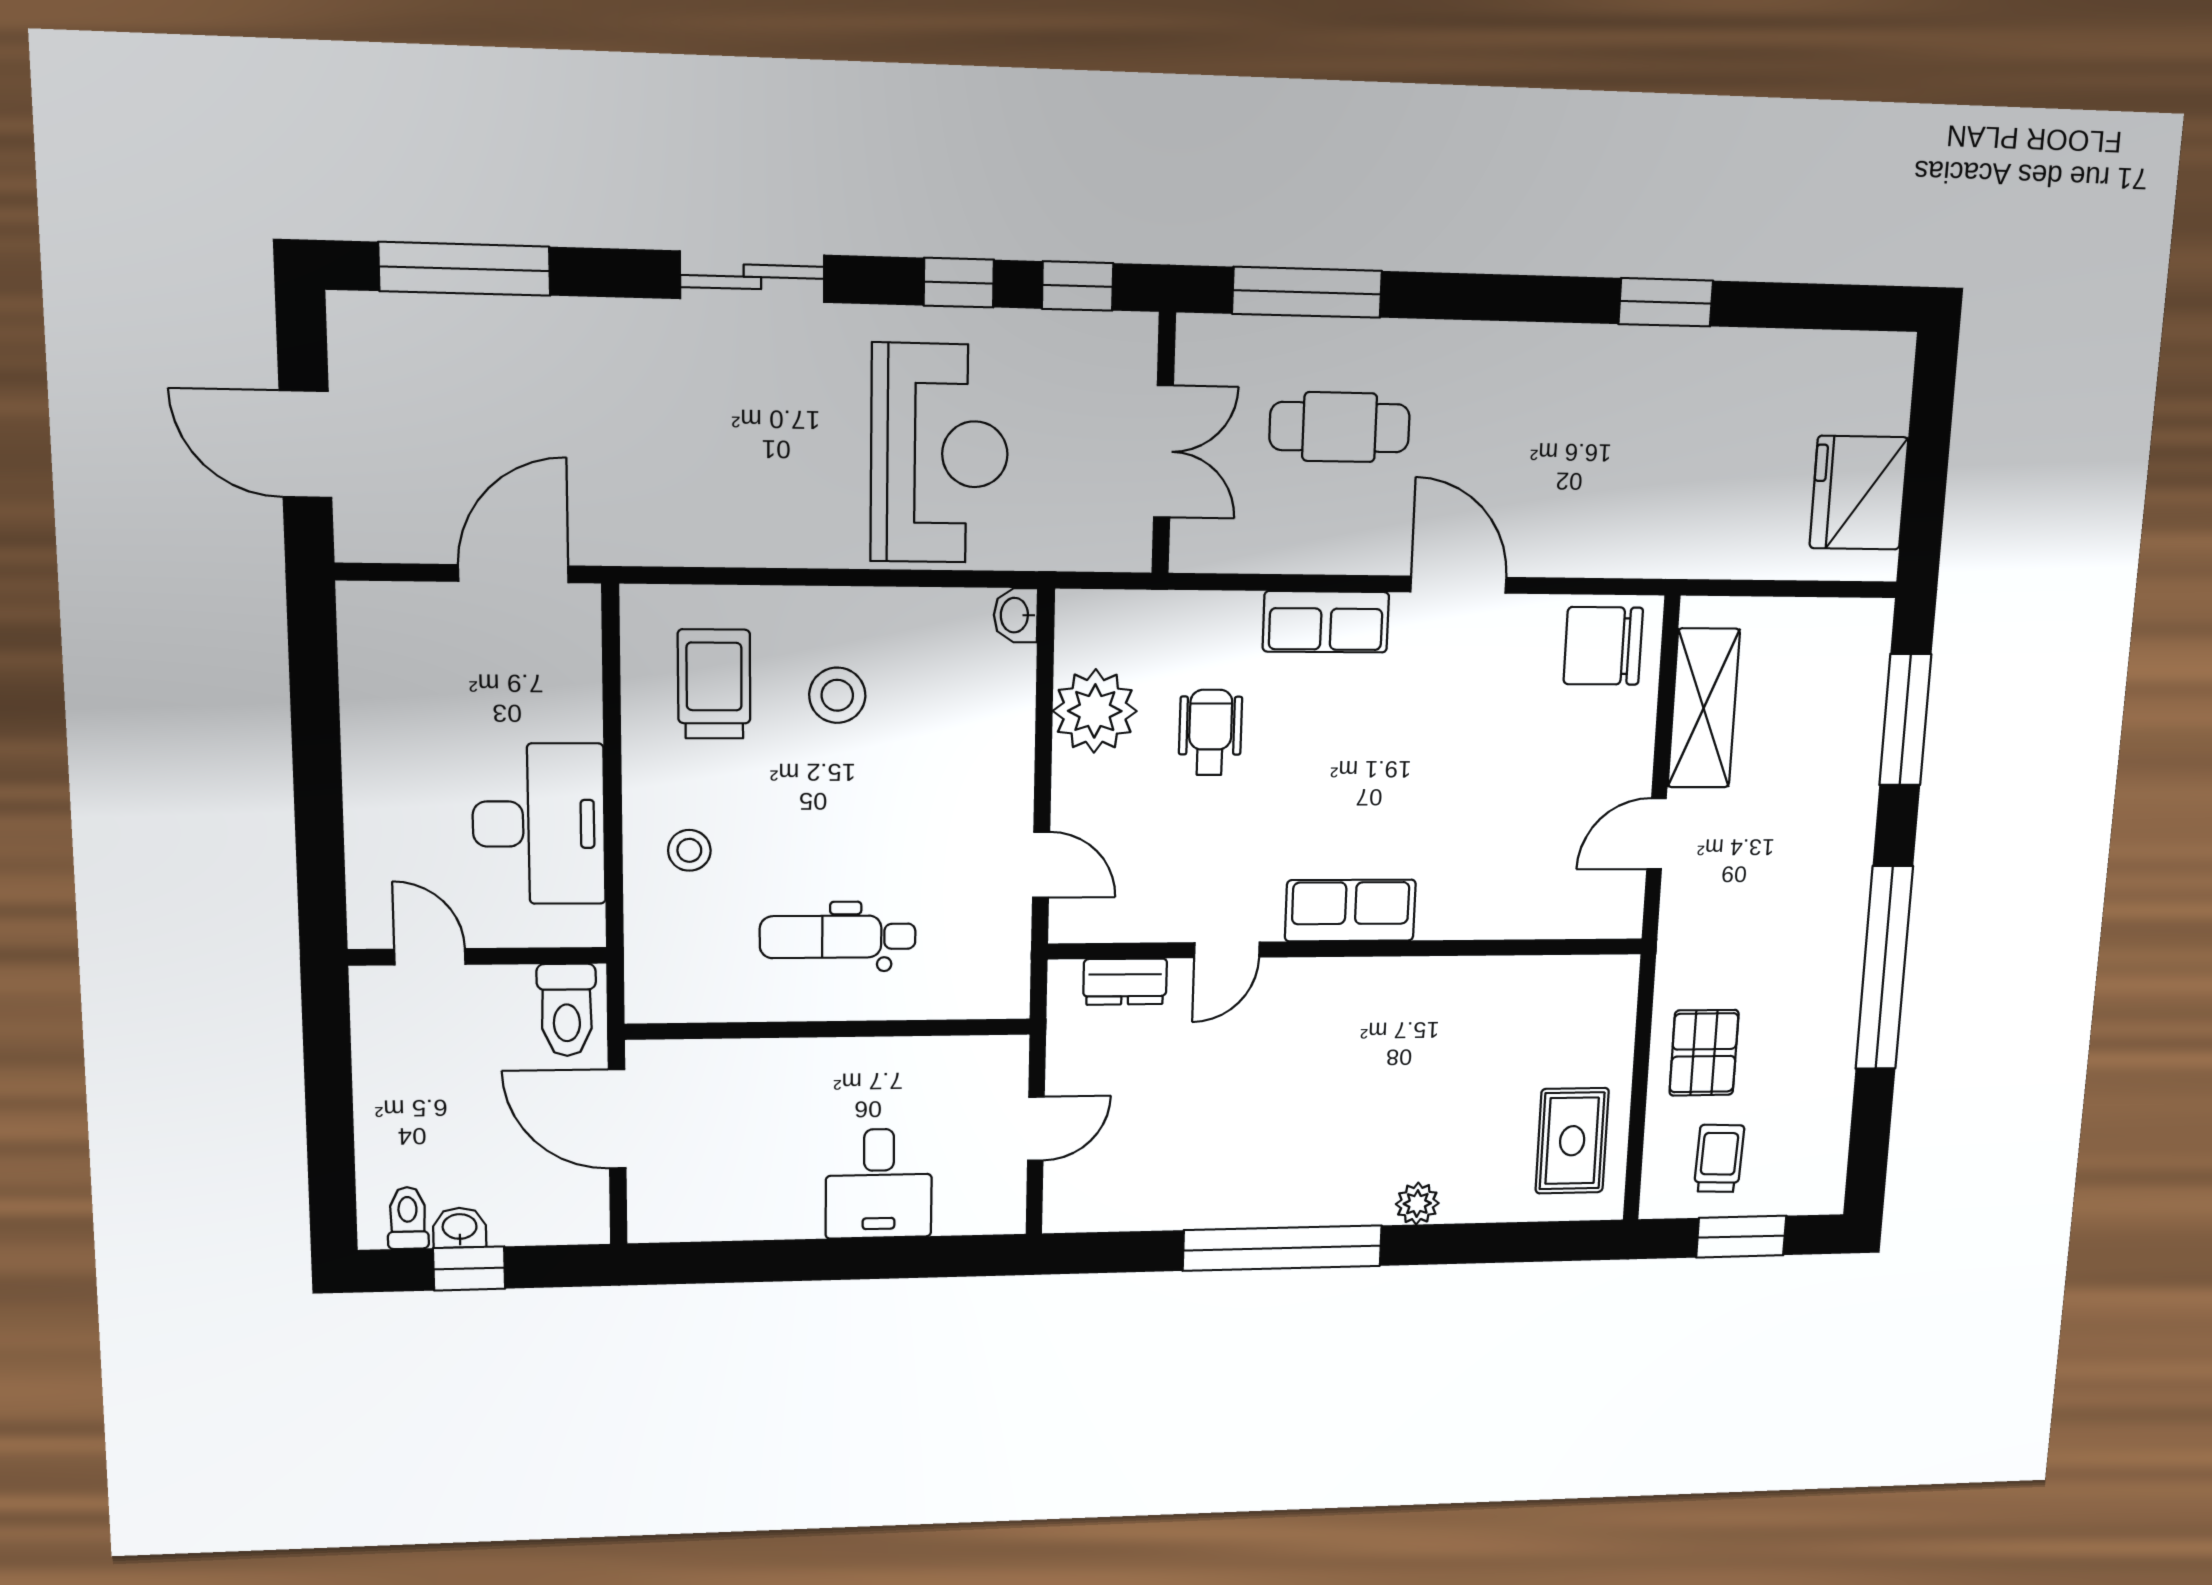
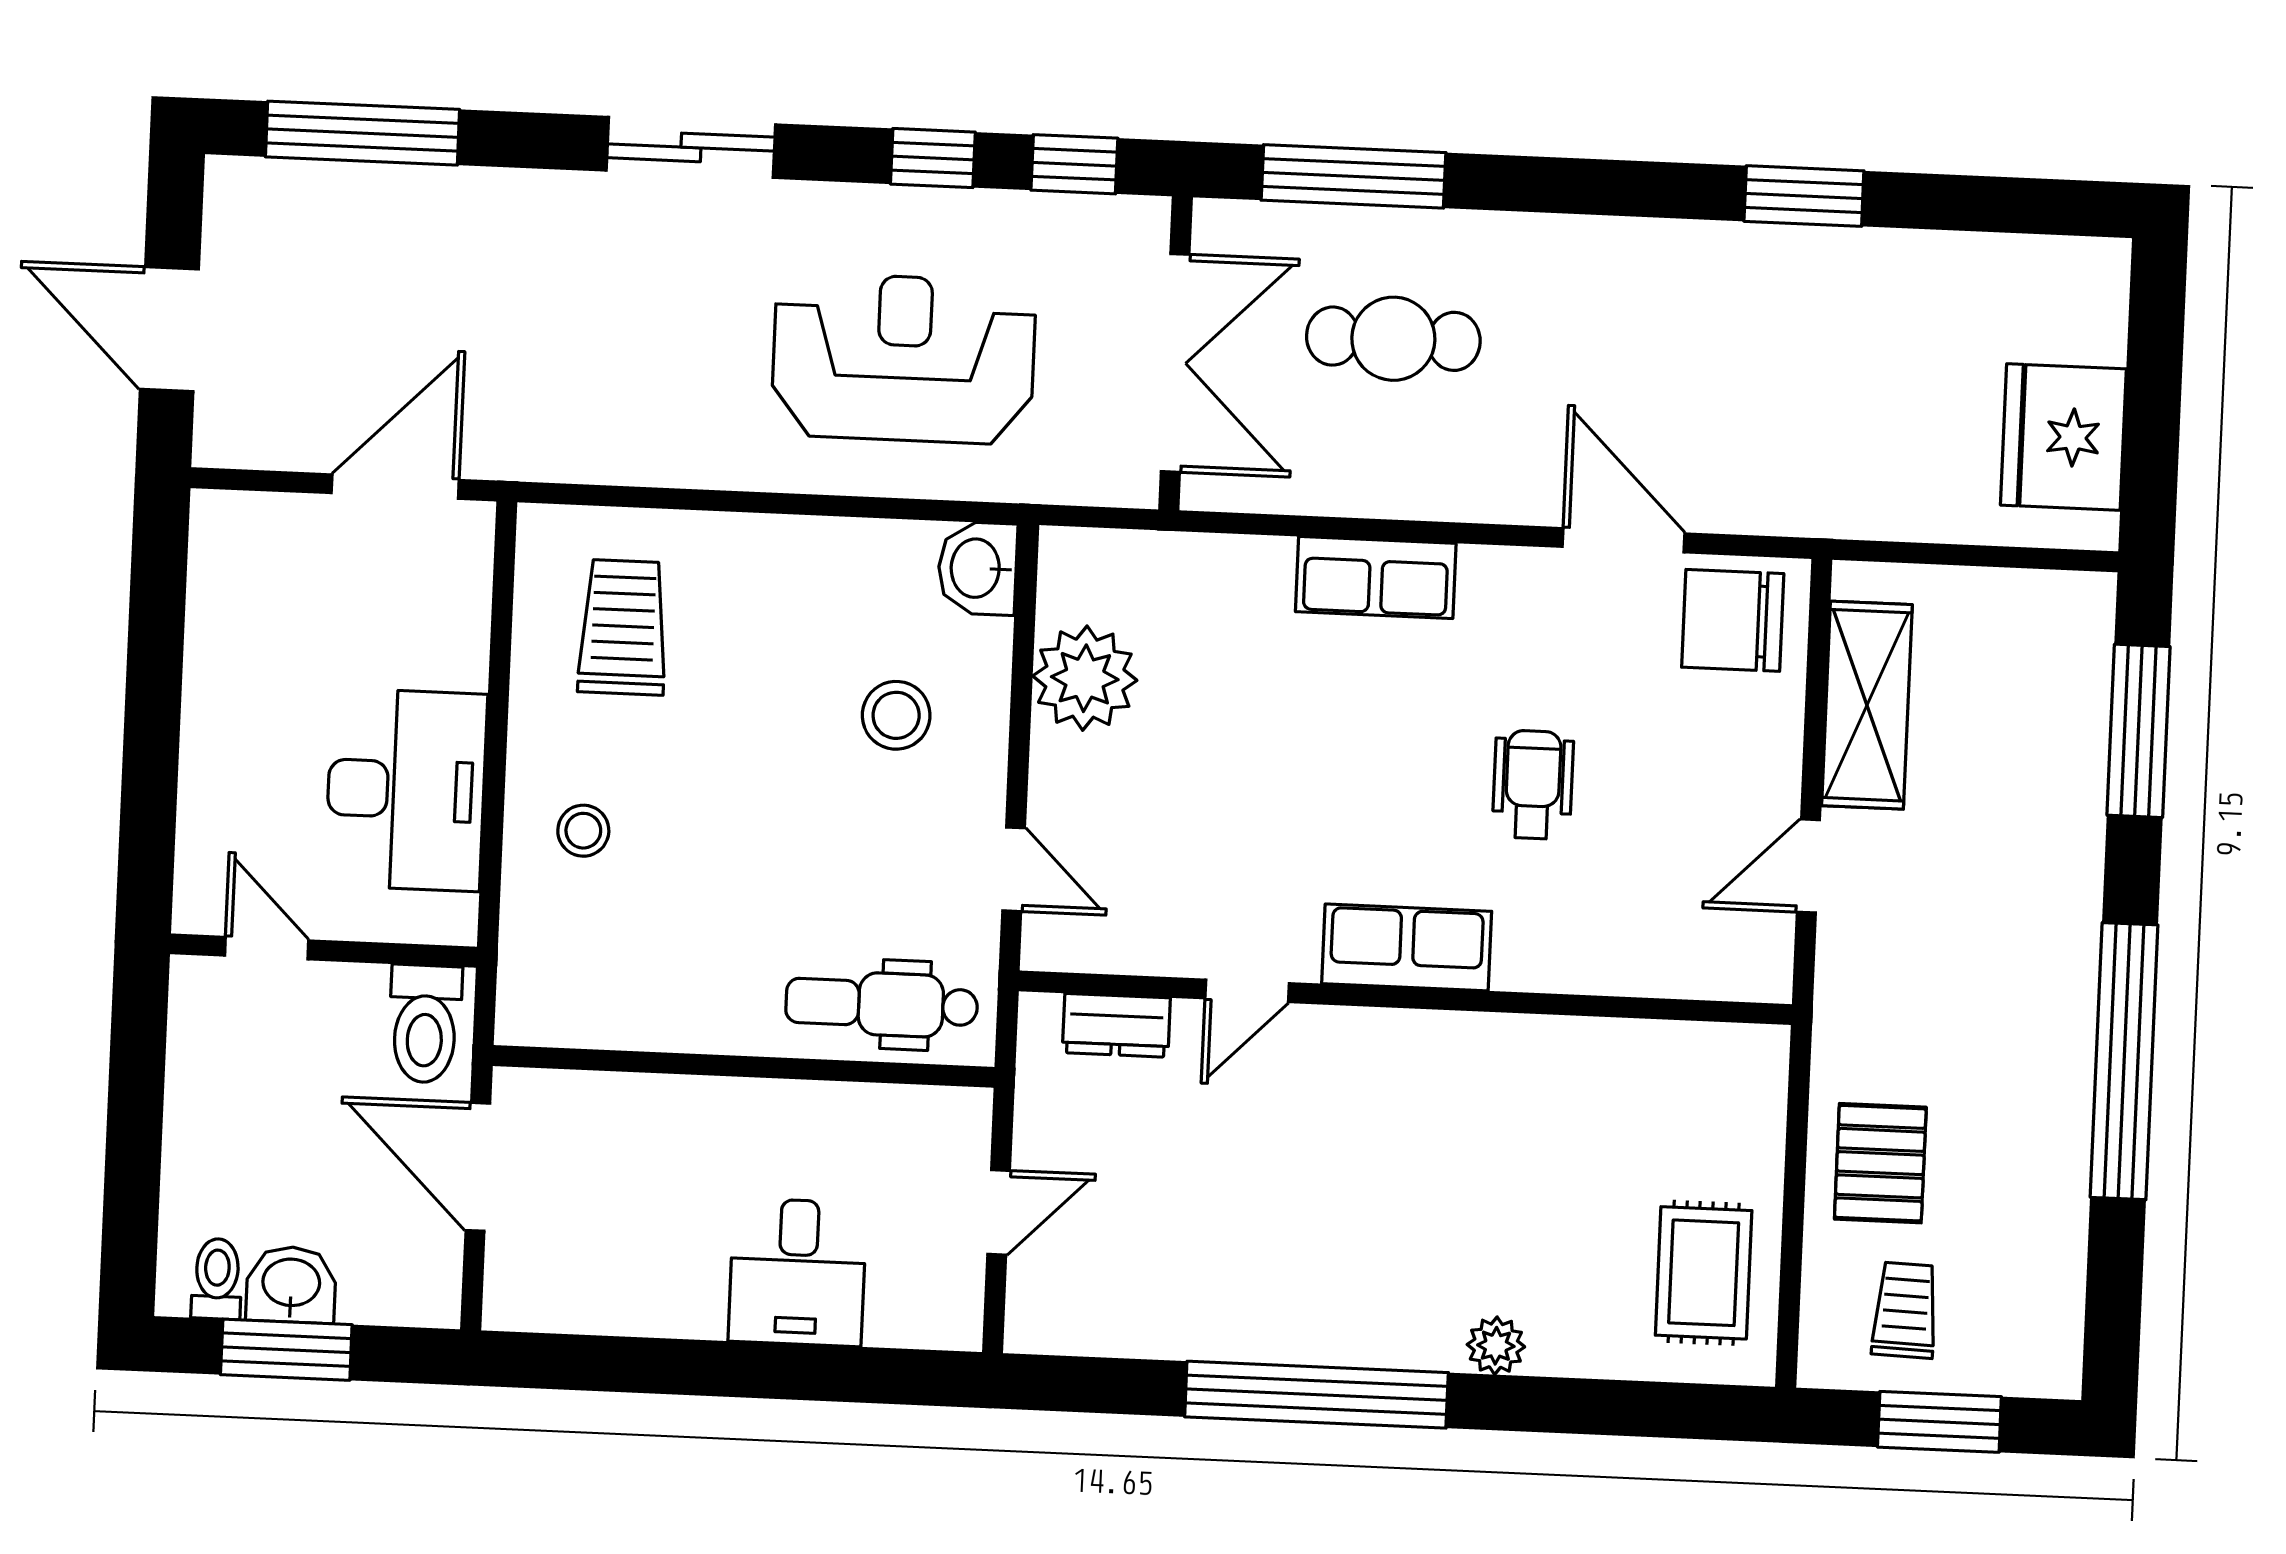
double door: (1163, 452) -> (1175, 363), width x1.37
reception desk: (939, 454) -> (903, 358), turned -90
door: (1458, 585) -> (1624, 540), moved
washbasin: (1016, 615) -> (978, 568), width x1.38, depth x1.45
stool: (837, 695) -> (896, 715), moved
wheelchair: (1210, 732) -> (1533, 785), moved
dental chair: (838, 937) -> (882, 1004), moved
washbasin: (460, 1228) -> (291, 1285), width x1.38, depth x1.45
window: (469, 1268) -> (286, 1350), width x1.50

